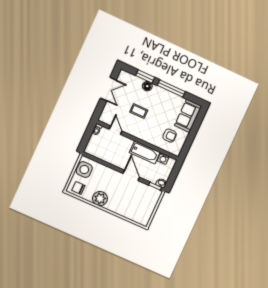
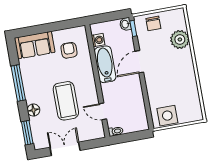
window: (145, 76) -> (27, 133), moved
coffee table: (139, 111) -> (66, 101), width x1.86, depth x1.72
door: (116, 130) -> (103, 111), hinge flipped
chair: (78, 188) -> (153, 23), moved
plant: (100, 199) -> (180, 39), moved

